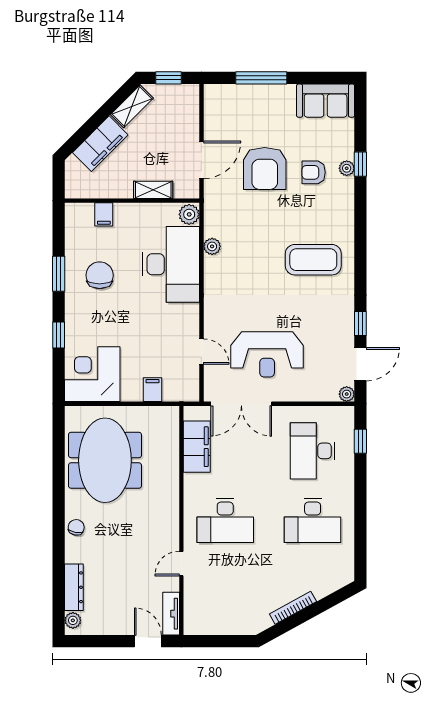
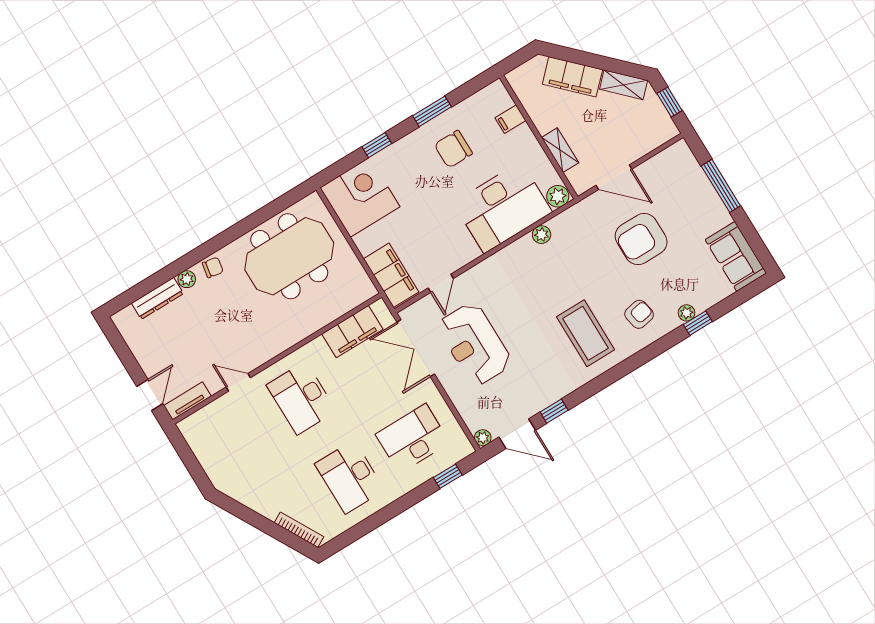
armchair: (314, 172) -> (639, 314), moved, turned 79
chair: (100, 275) -> (453, 149), turned 180
filing cabinet: (152, 390) -> (391, 275), width x3.00, depth x1.17
bookcase: (293, 608) -> (299, 530), moved
plant: (73, 620) -> (187, 279), moved

